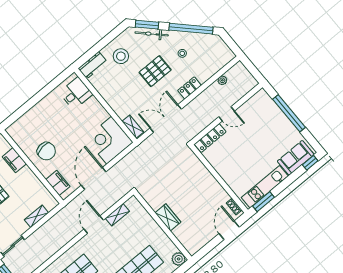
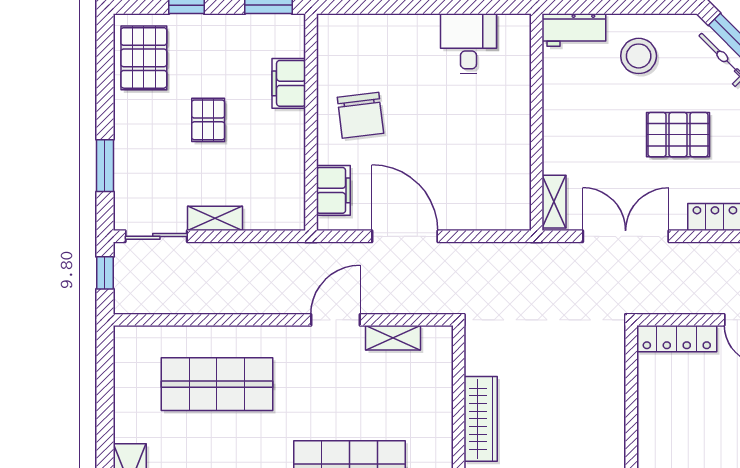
desk: (76, 93) -> (468, 44), moved, turned -90
corner desk: (109, 140) -> (491, 190), removed
door: (94, 178) -> (405, 236), hinge flipped
shelving: (36, 216) -> (215, 218), moved
wardrobe: (168, 217) -> (481, 419), width x1.50

